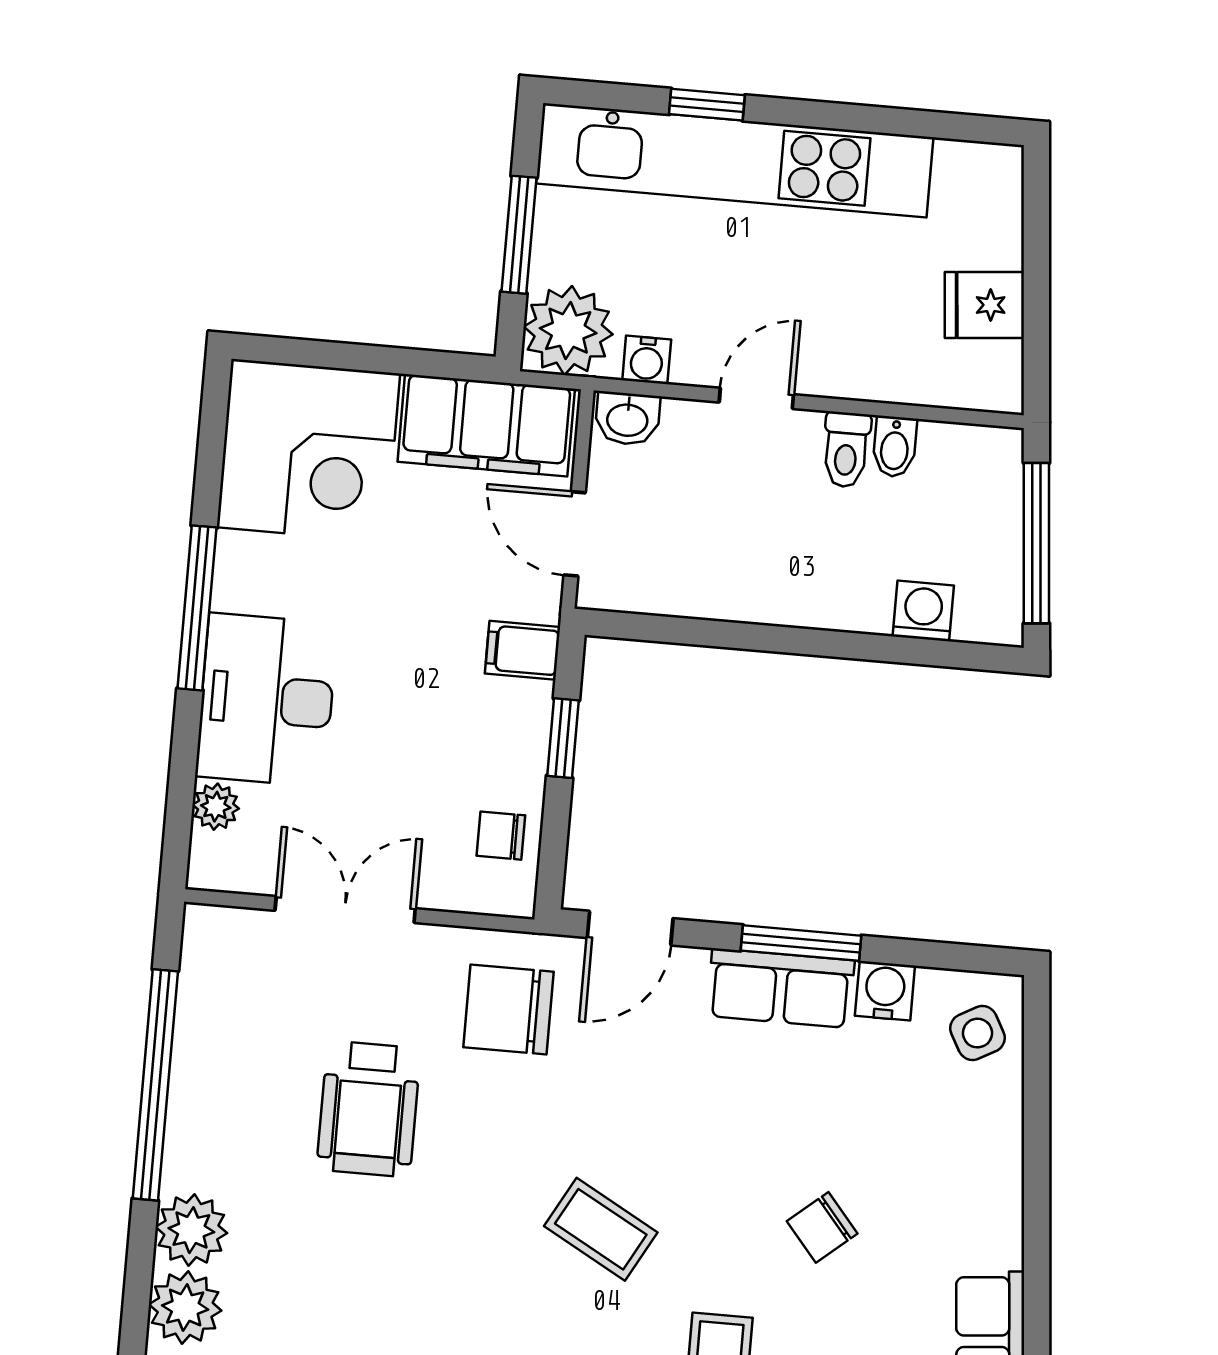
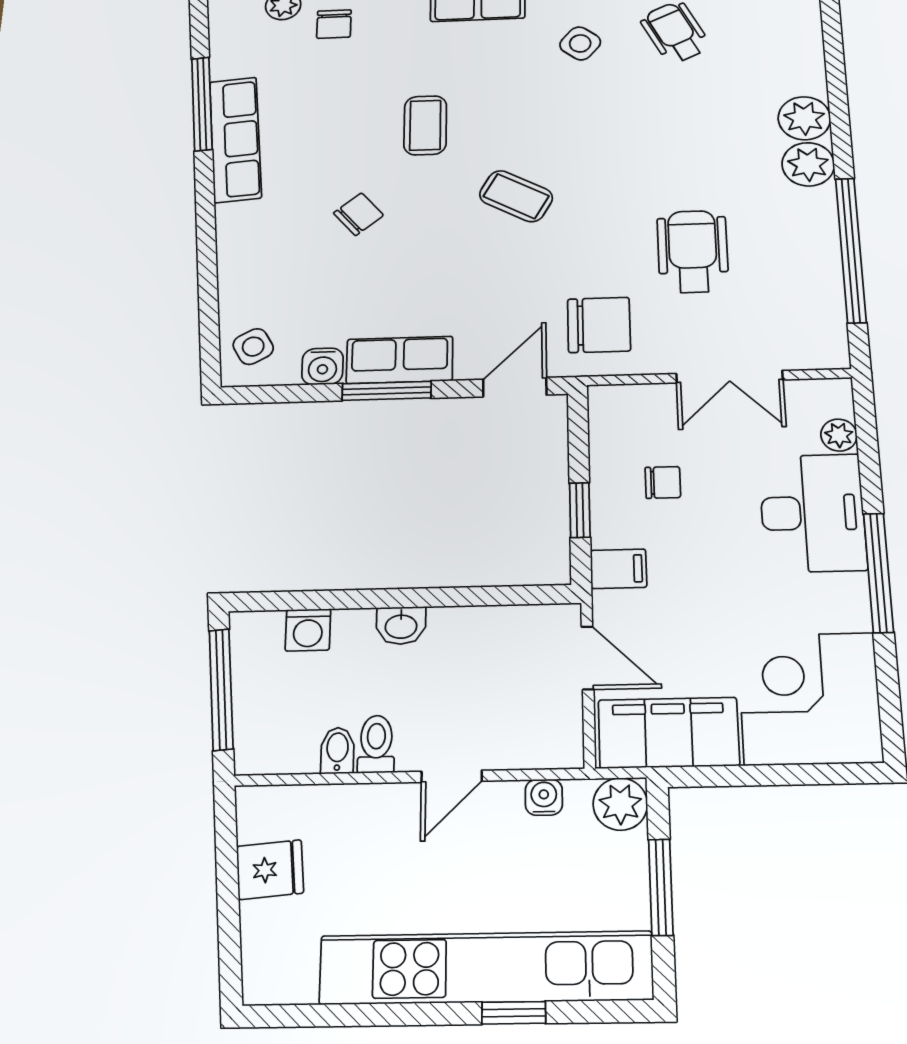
plant: (568, 331) -> (620, 804), width x0.73, depth x0.73
washbasin: (627, 419) -> (401, 626), moved, turned 180
chair: (501, 836) -> (663, 482), moved

